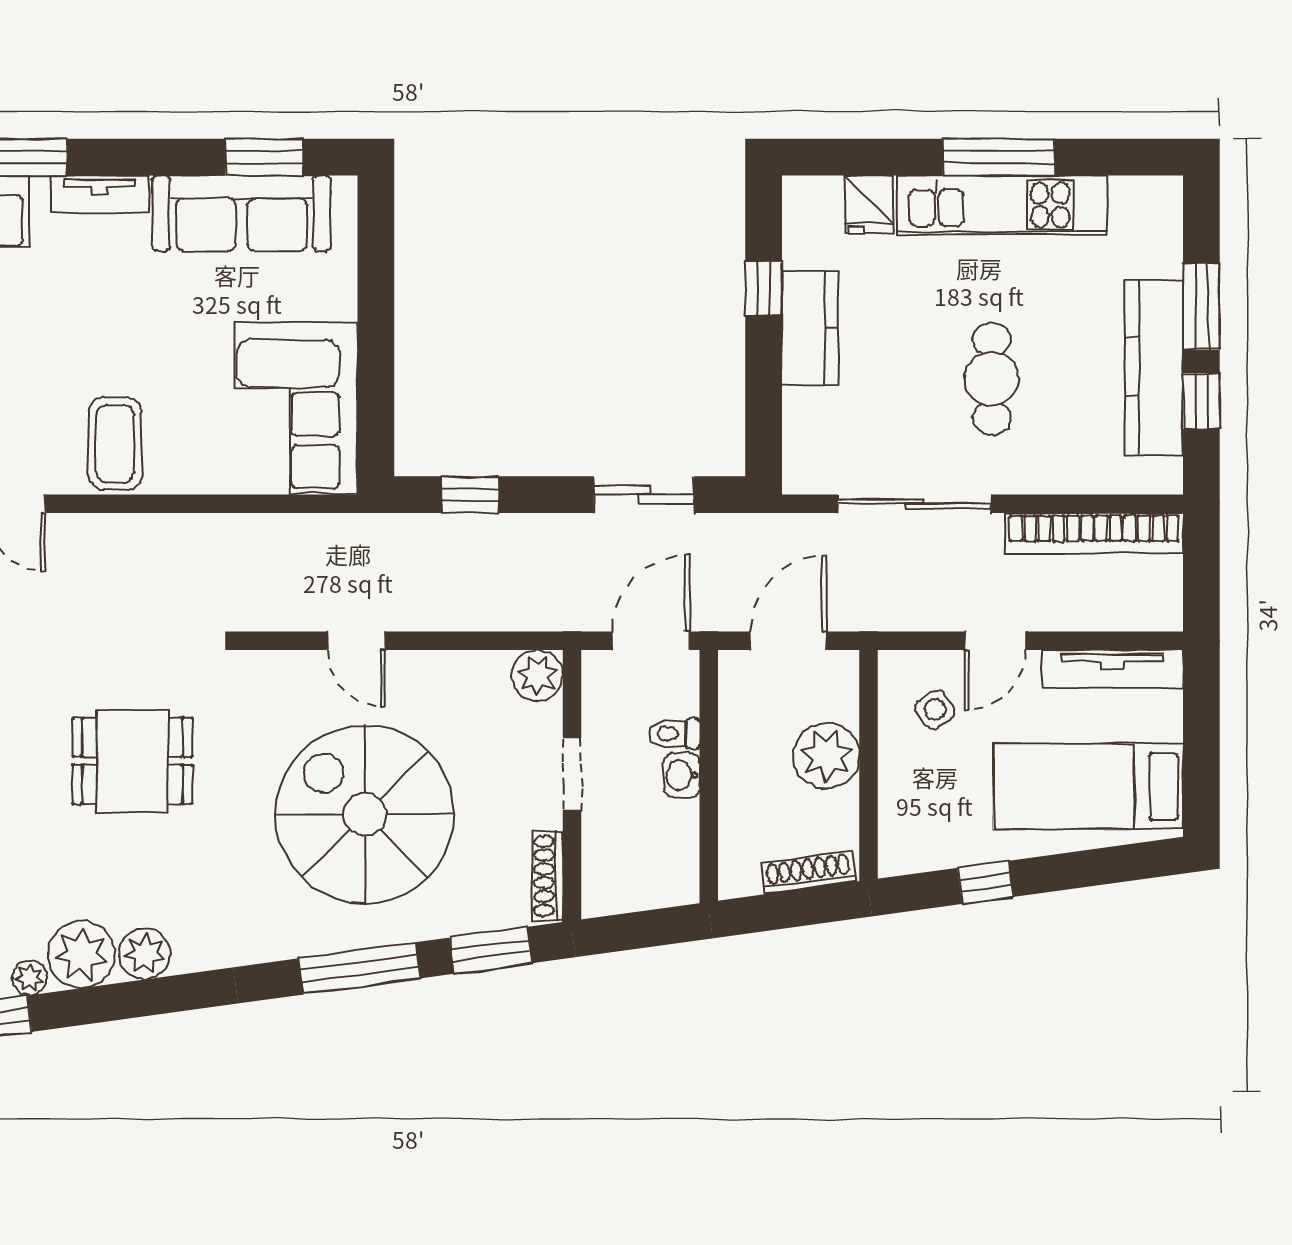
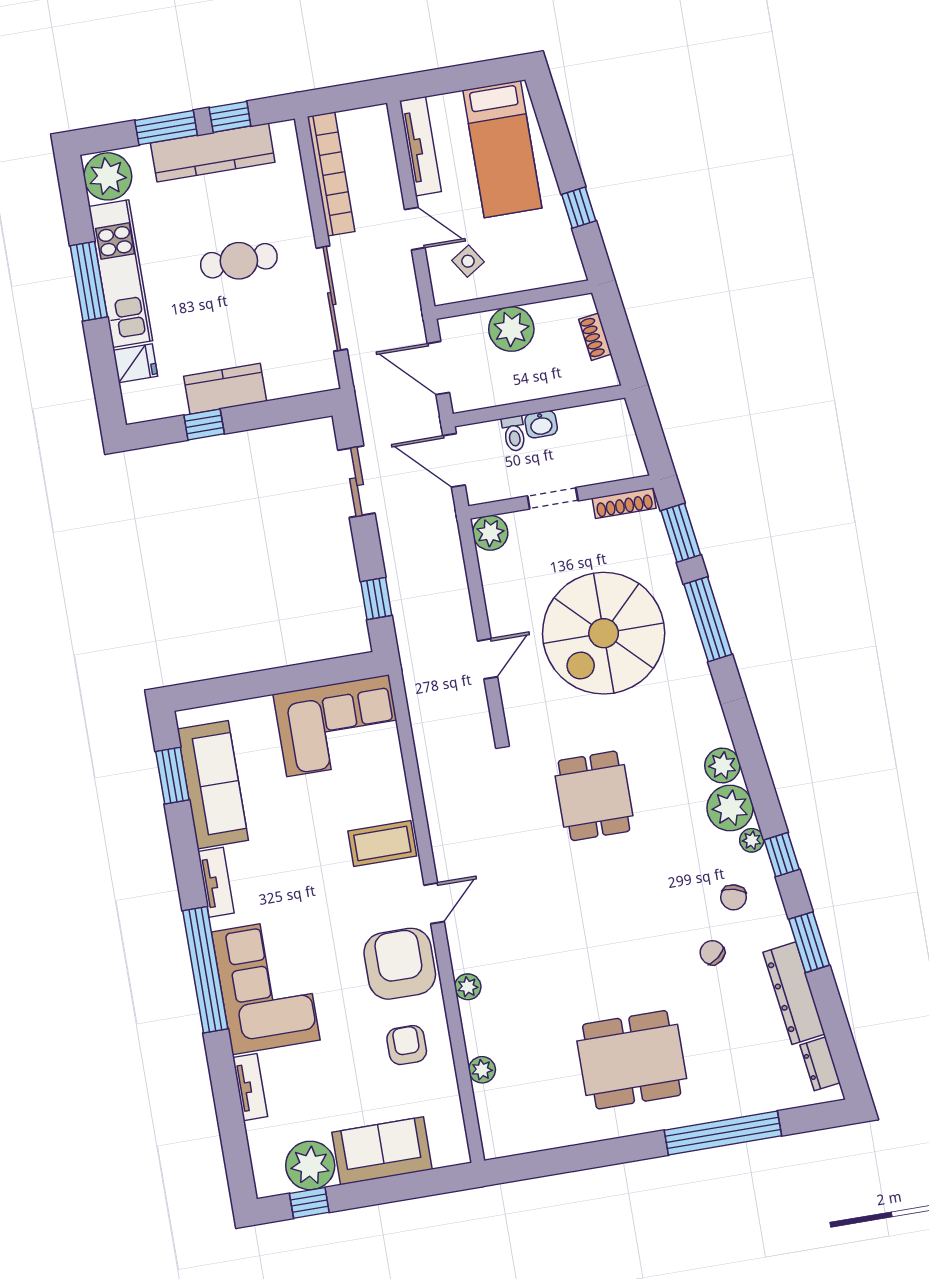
plant: (1145, 210) -> (108, 176), added
shoe rack: (808, 873) -> (595, 337), width x0.70

